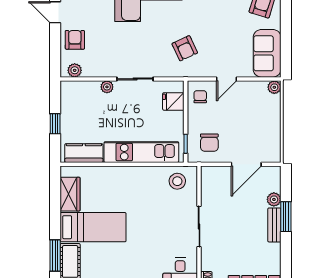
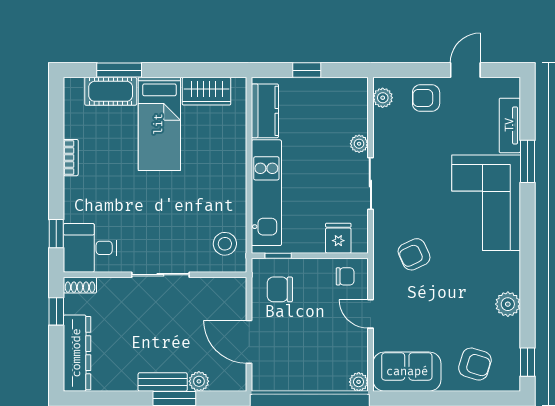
armchair: (75, 40) -> (426, 98), turned 180

